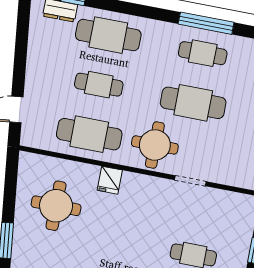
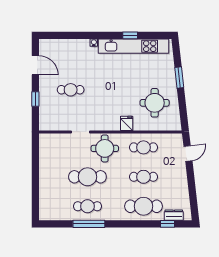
cafe table: (89, 134) -> (143, 147), width x0.73, depth x0.74

